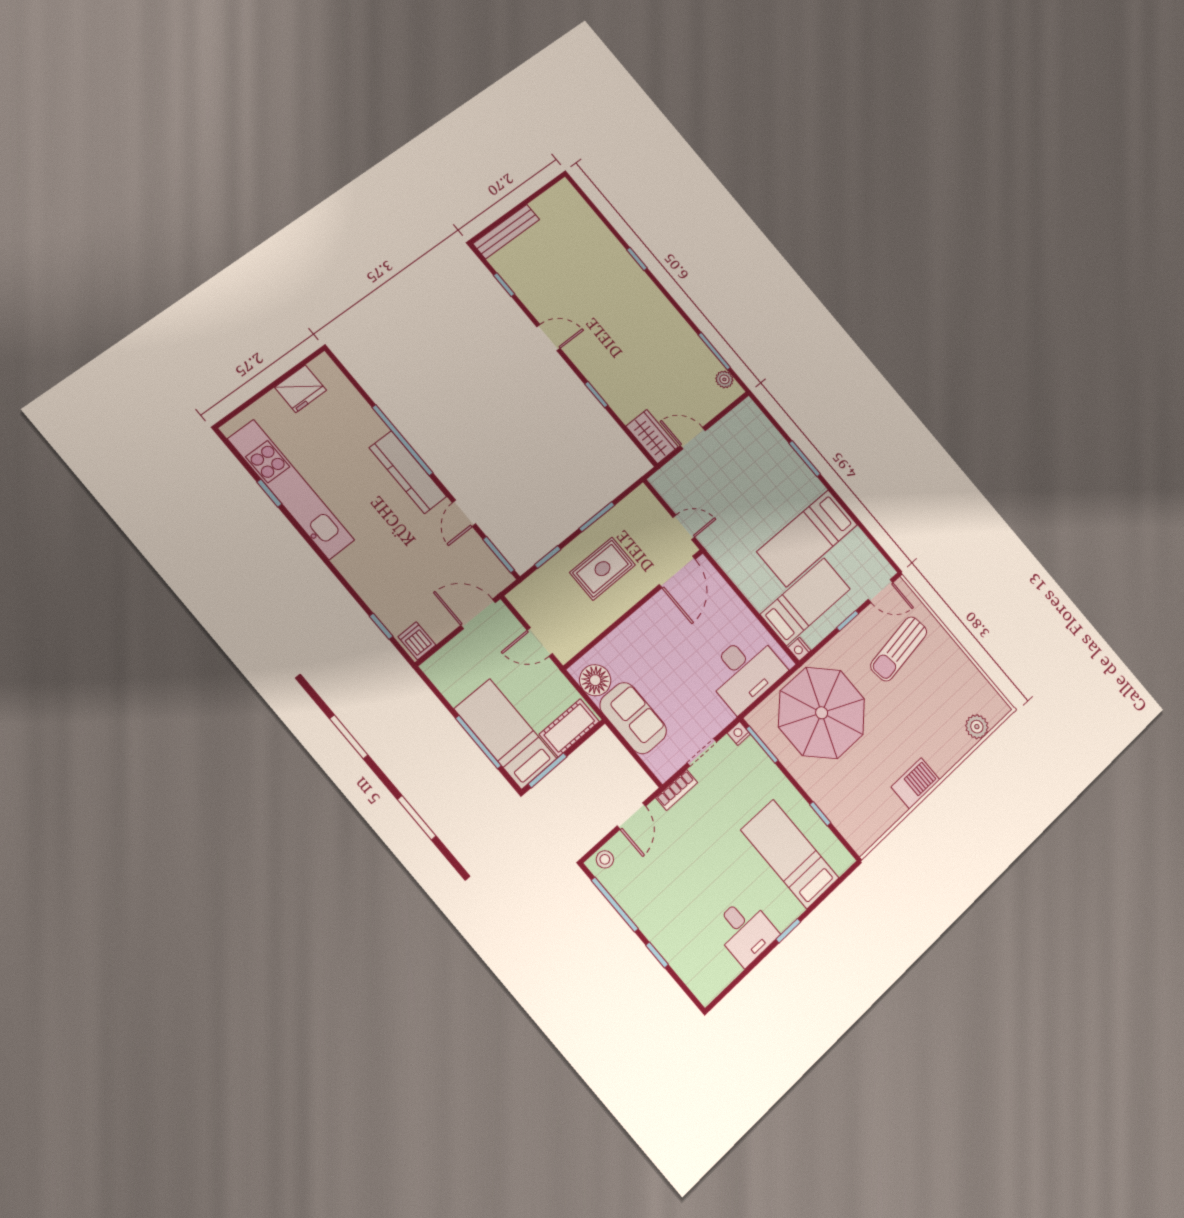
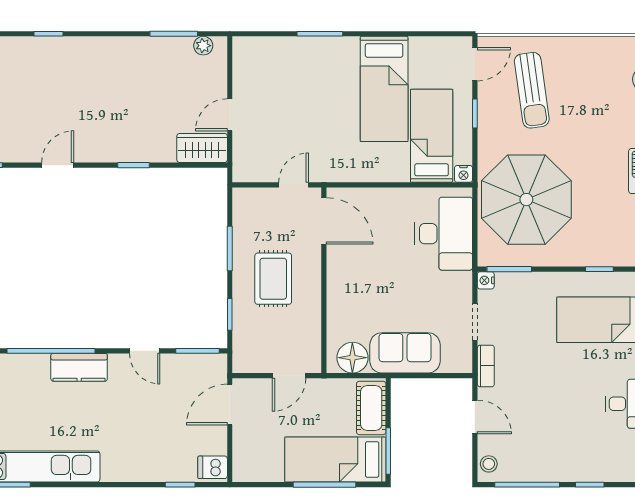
kitchen counter: (408, 472) -> (79, 367), width x0.67

